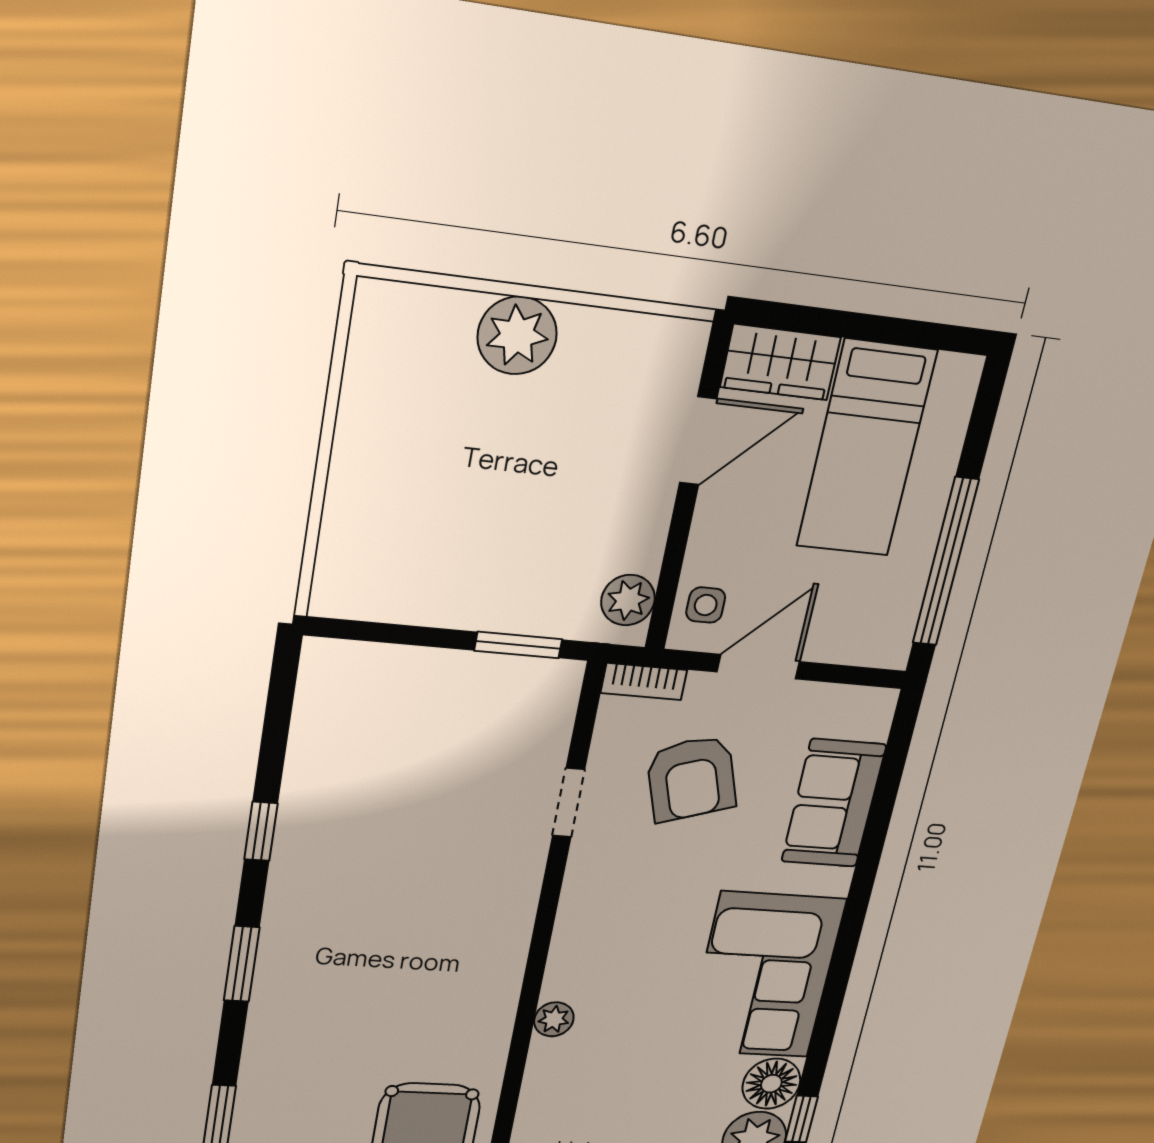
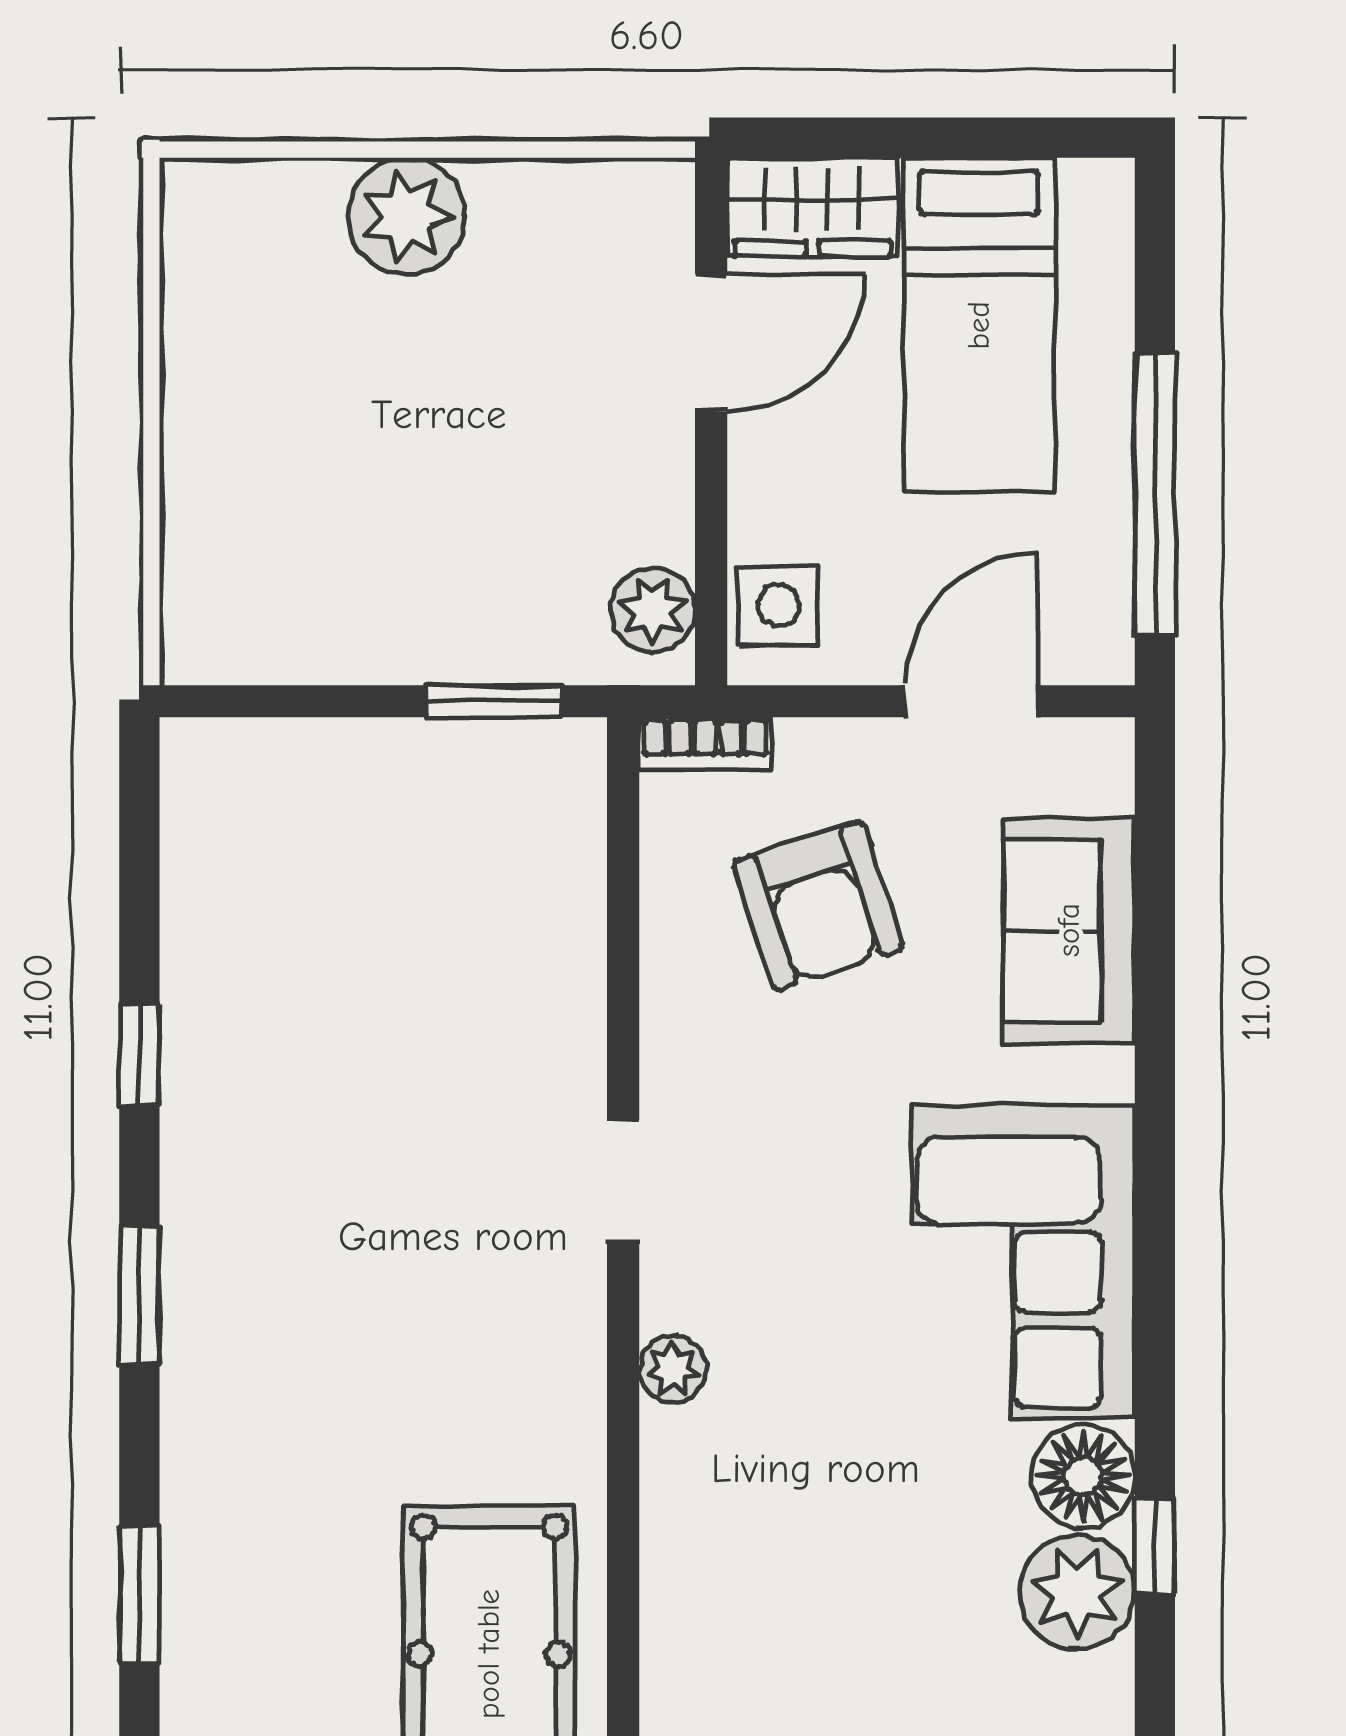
side table: (706, 605) -> (779, 606), width x1.37, depth x1.37
door: (758, 667) -> (972, 701), moved
doorway: (569, 803) -> (623, 1181), moved

